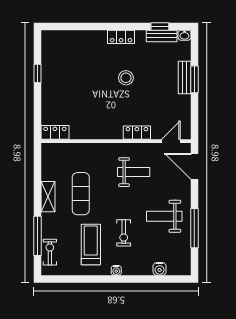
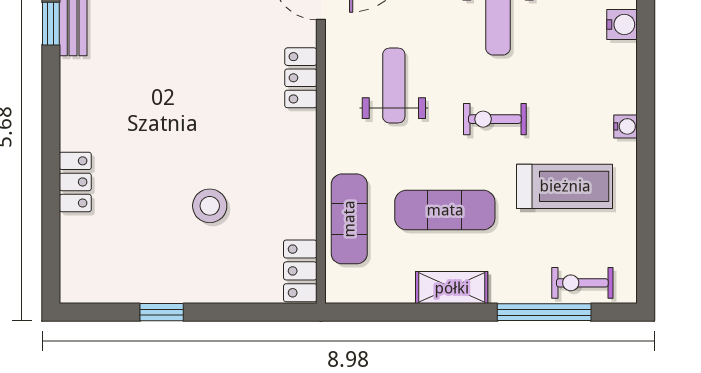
locker: (121, 37) -> (75, 182), moved
stool: (126, 78) -> (210, 206), moved
exercise mat: (77, 153) -> (349, 219), added
exercise bike: (124, 233) -> (495, 119), moved, turned 180
treadmill: (91, 245) -> (565, 186), turned 180

